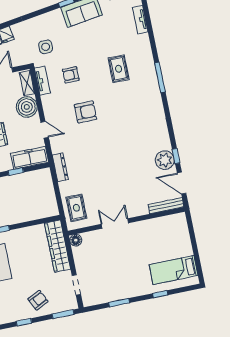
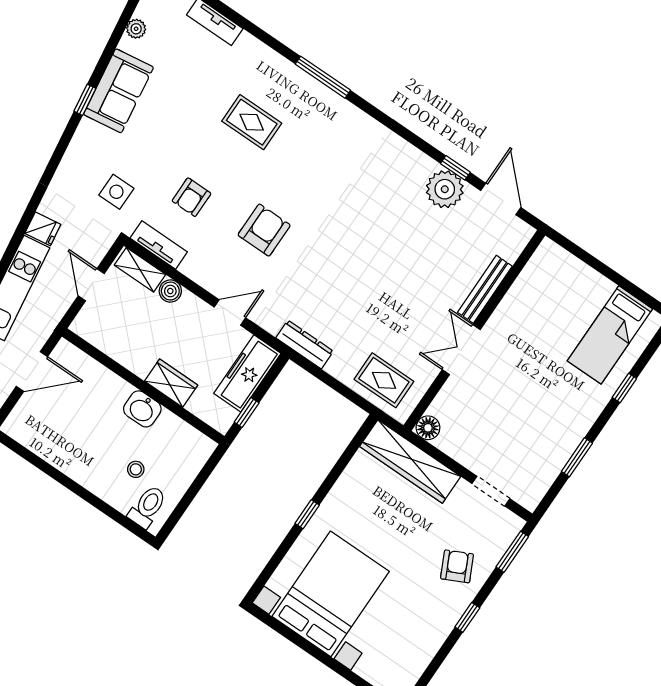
boiler: (27, 107) -> (170, 291), width x0.54, depth x0.54
door: (182, 183) -> (501, 199), swing flipped
bench: (166, 206) -> (485, 289), moved

